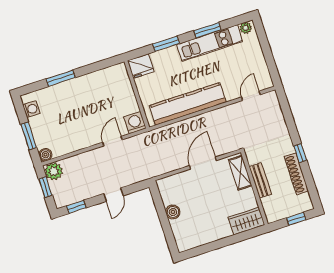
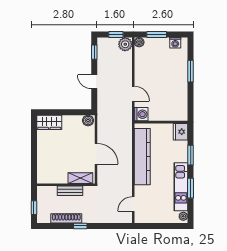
door: (251, 96) -> (133, 204), swing flipped
boiler: (173, 212) -> (88, 121), moved
wardrobe: (246, 221) -> (49, 122), moved, turned 90

